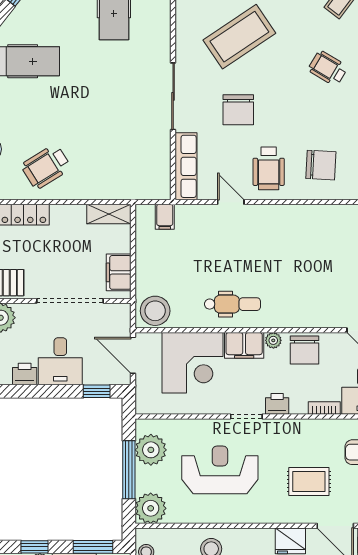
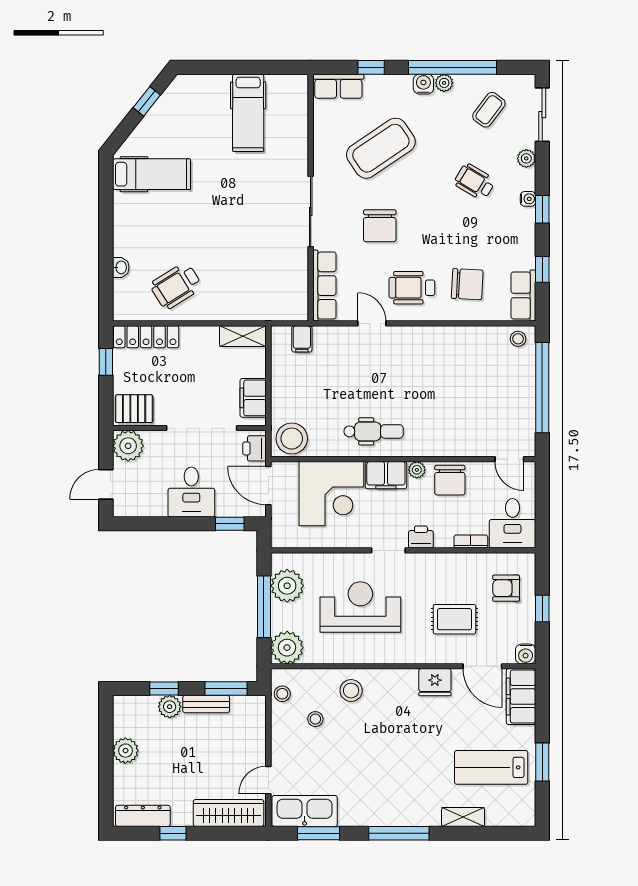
wheelchair: (269, 168) -> (412, 288), turned 90
printer: (25, 374) -> (255, 448), moved, turned -90

